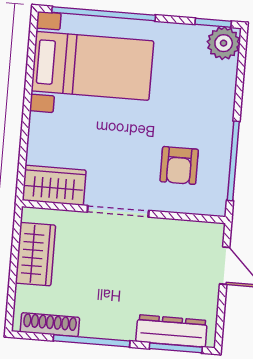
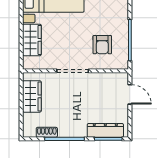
wardrobe: (54, 185) -> (32, 40), moved, turned 90
shoe rack: (50, 325) -> (47, 132), width x0.70

